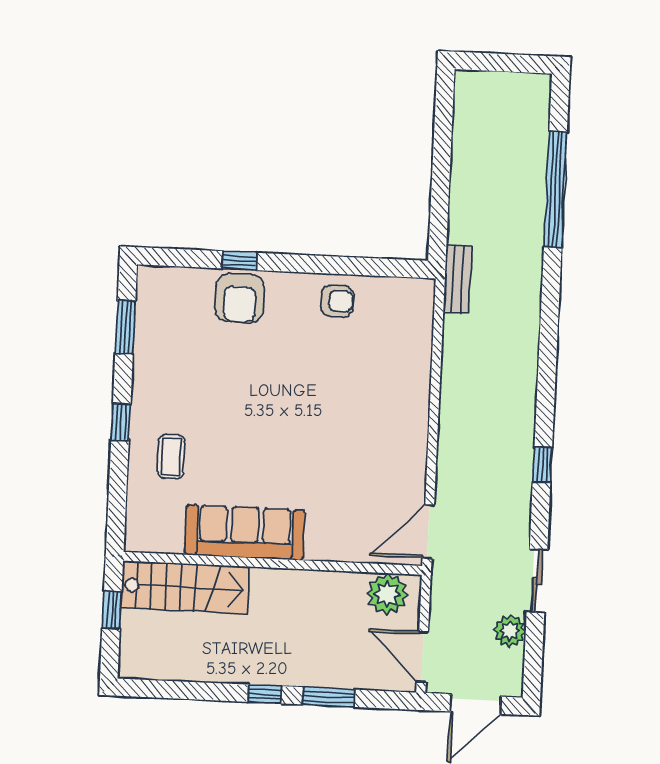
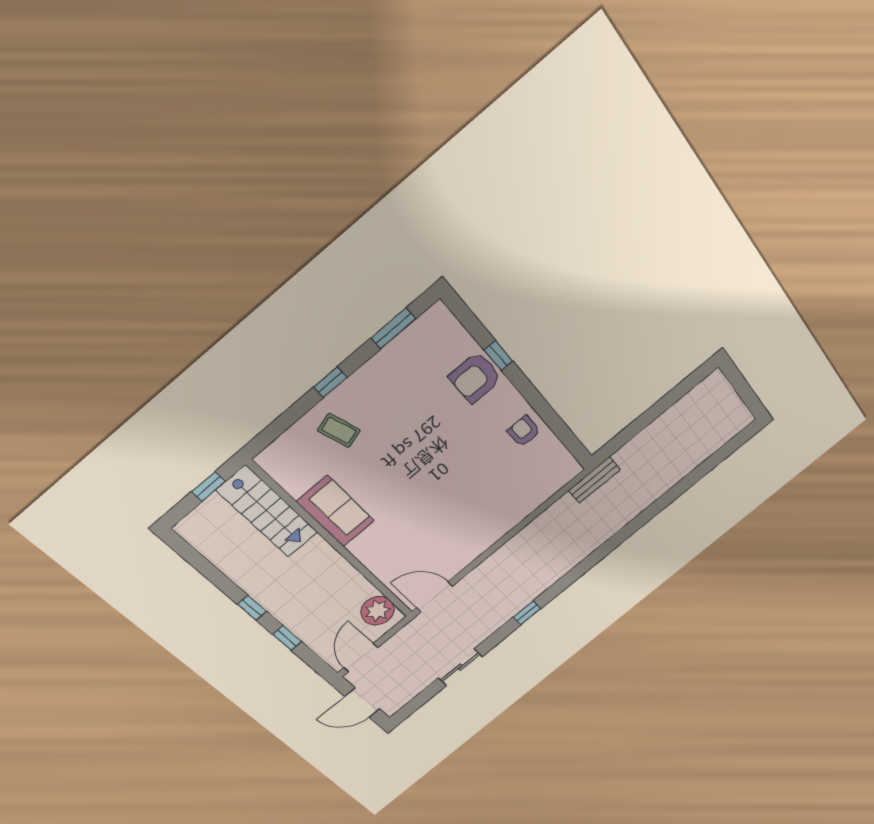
window: (555, 190) -> (689, 481), removed
armchair: (337, 301) -> (524, 431), turned 180
coffee table: (171, 457) -> (339, 430), turned 73
sofa: (245, 532) -> (335, 511), width x0.73
plant: (510, 631) -> (419, 681), removed
window: (329, 697) -> (287, 638), width x0.67

